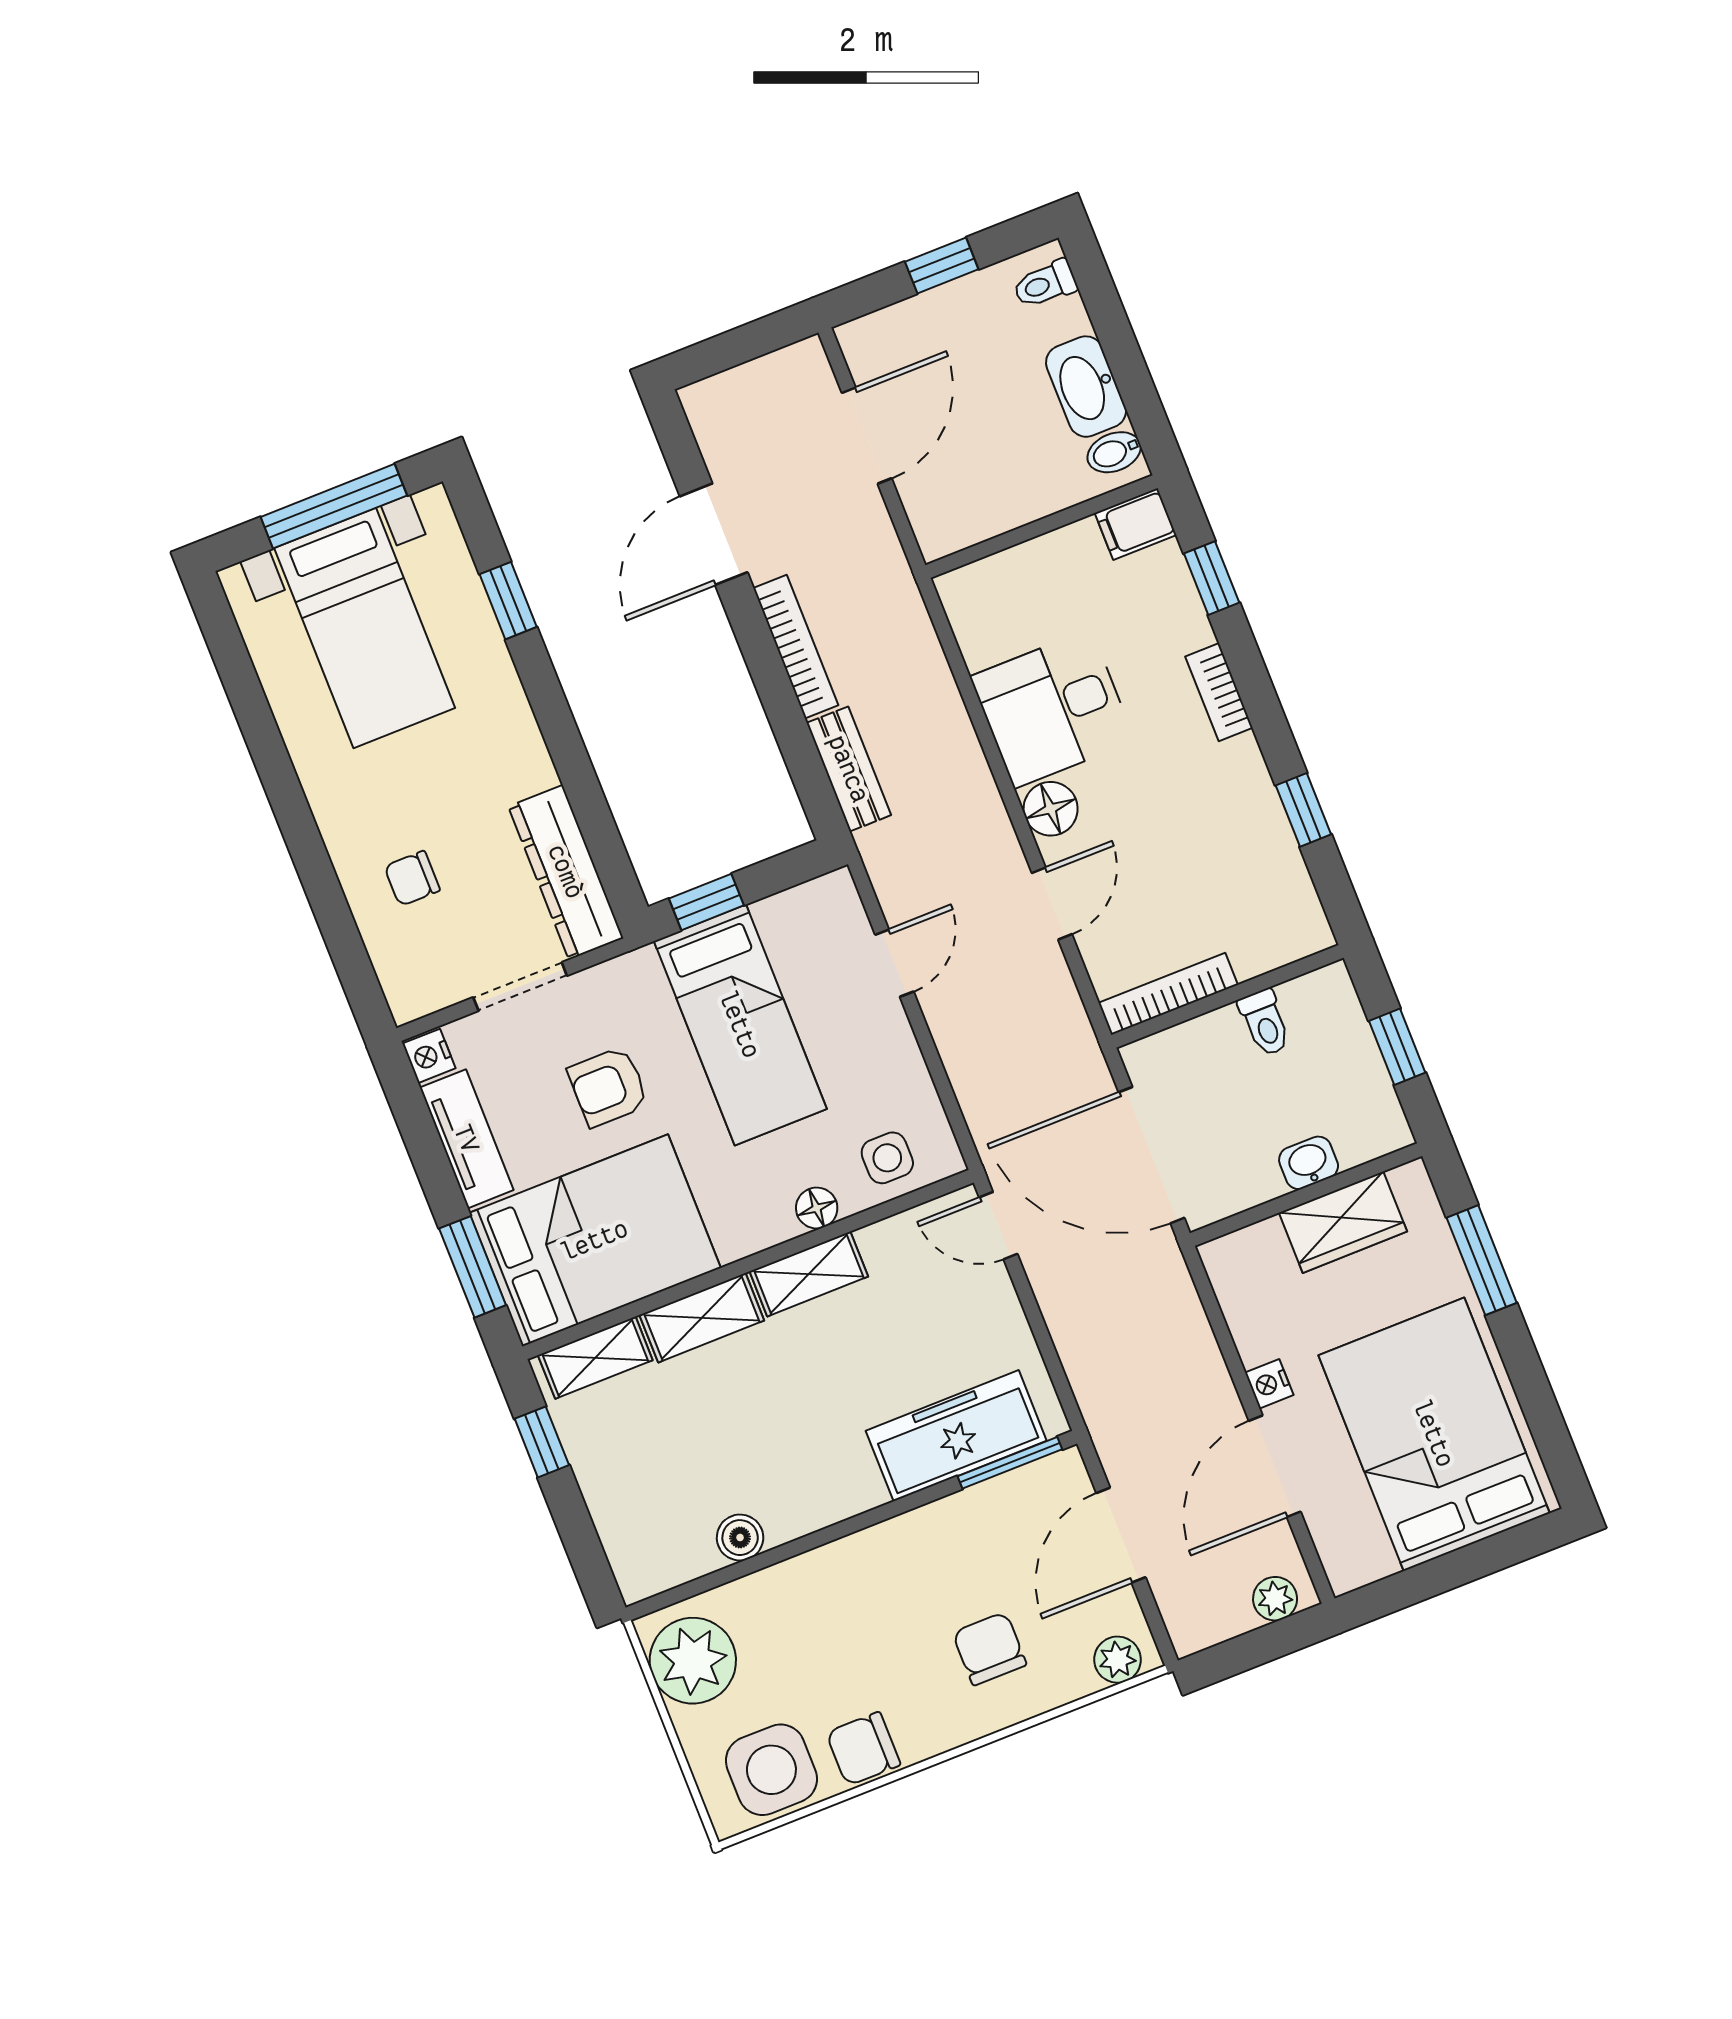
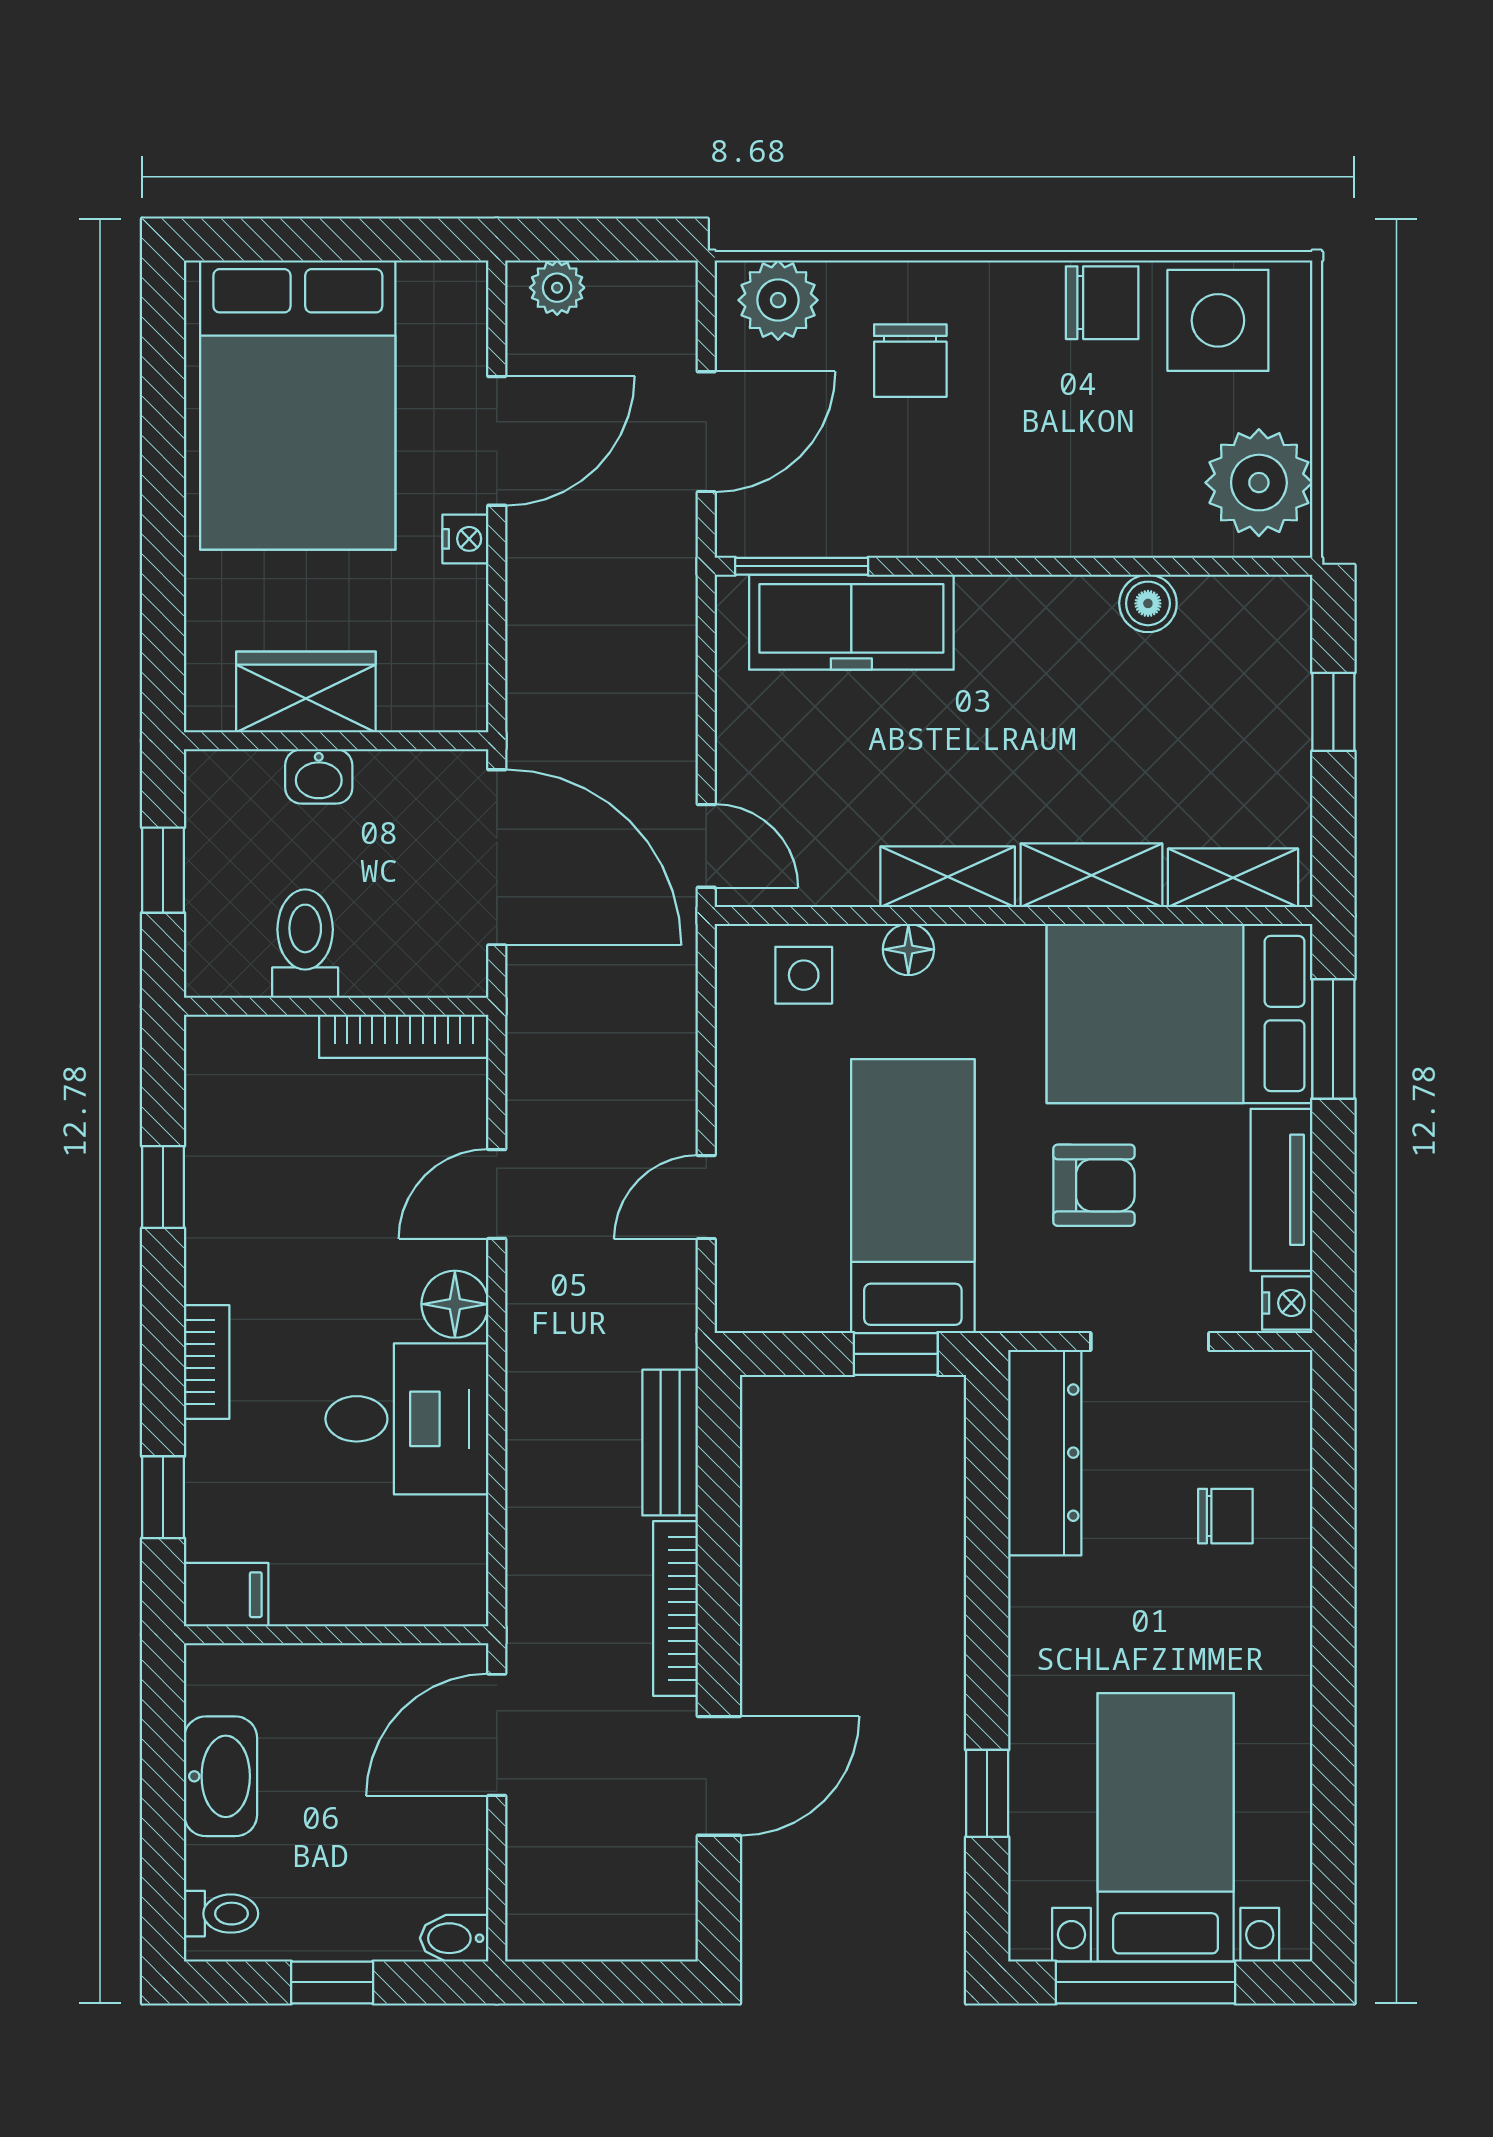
door: (867, 436) -> (497, 1735), moved
bidet: (1114, 452) -> (454, 1938), moved, turned 180
toilet: (1265, 1023) -> (305, 944), width x1.37, depth x1.39
window: (1482, 1260) -> (163, 585), removed
window: (542, 1442) -> (1333, 712), moved
plant: (1118, 1660) -> (778, 300), width x1.38, depth x1.38

